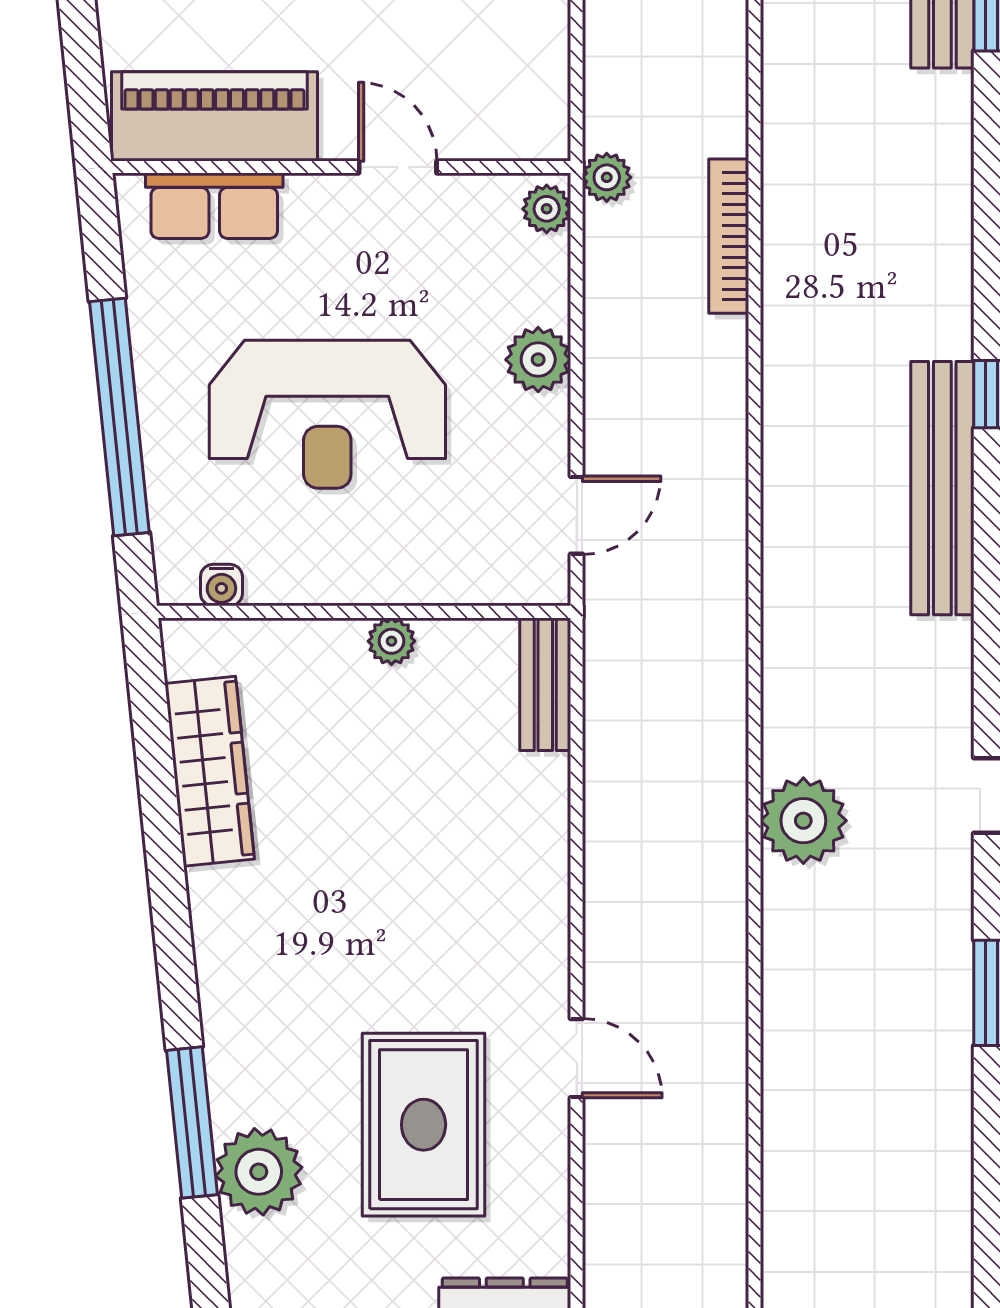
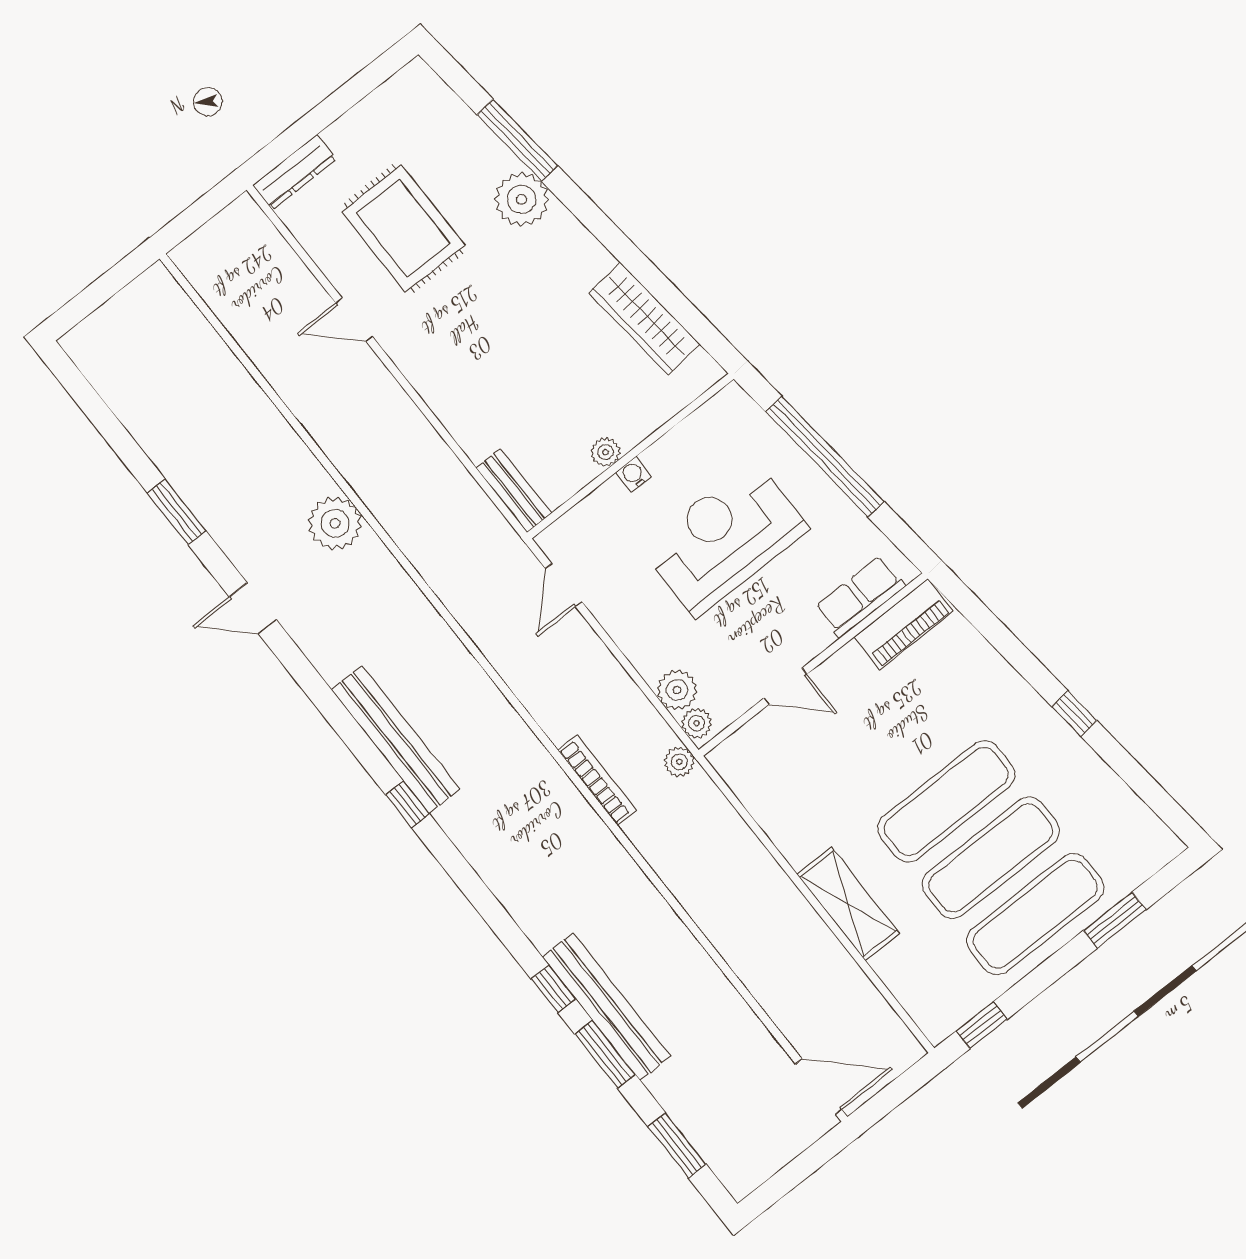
piano: (214, 116) -> (904, 624), width x0.73, depth x0.75
plant: (538, 360) -> (677, 690), moved
water cooler: (221, 585) -> (634, 475), moved
plant: (259, 1172) -> (522, 199), moved

